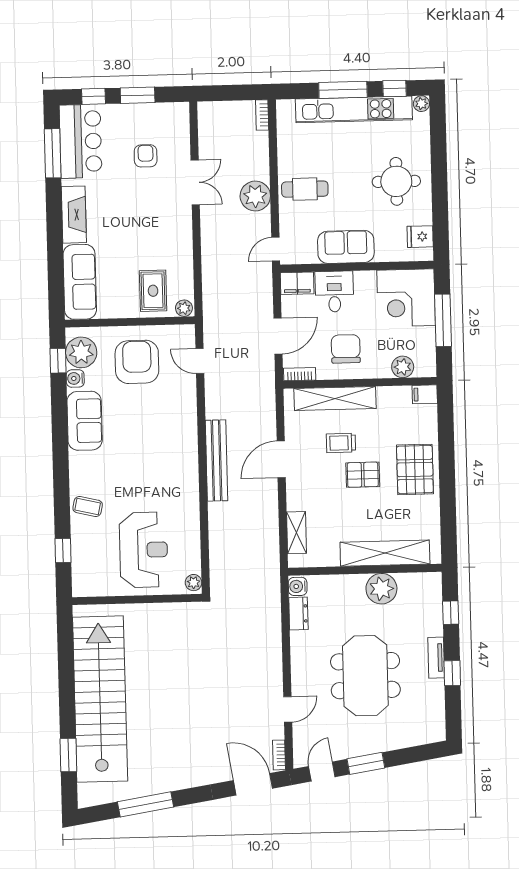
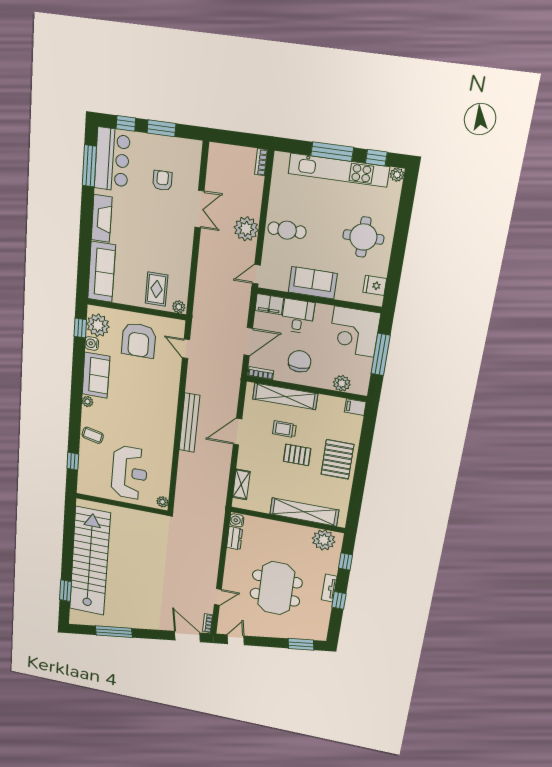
armchair: (137, 362) -> (139, 340), turned 180
plant: (76, 460) -> (87, 402), added
plant: (381, 589) -> (324, 540), moved
window: (366, 763) -> (301, 644), moved

